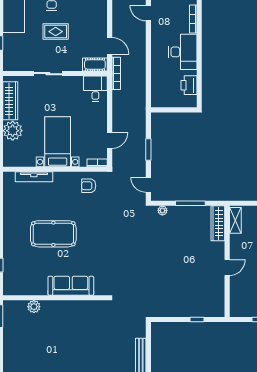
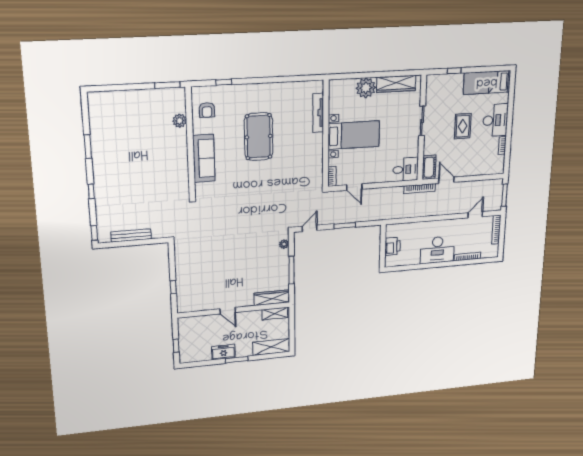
door: (110, 46) -> (446, 180), swing flipped
printer: (189, 85) -> (393, 246), moved, turned 90
armchair: (89, 186) -> (207, 110), moved, turned 180

